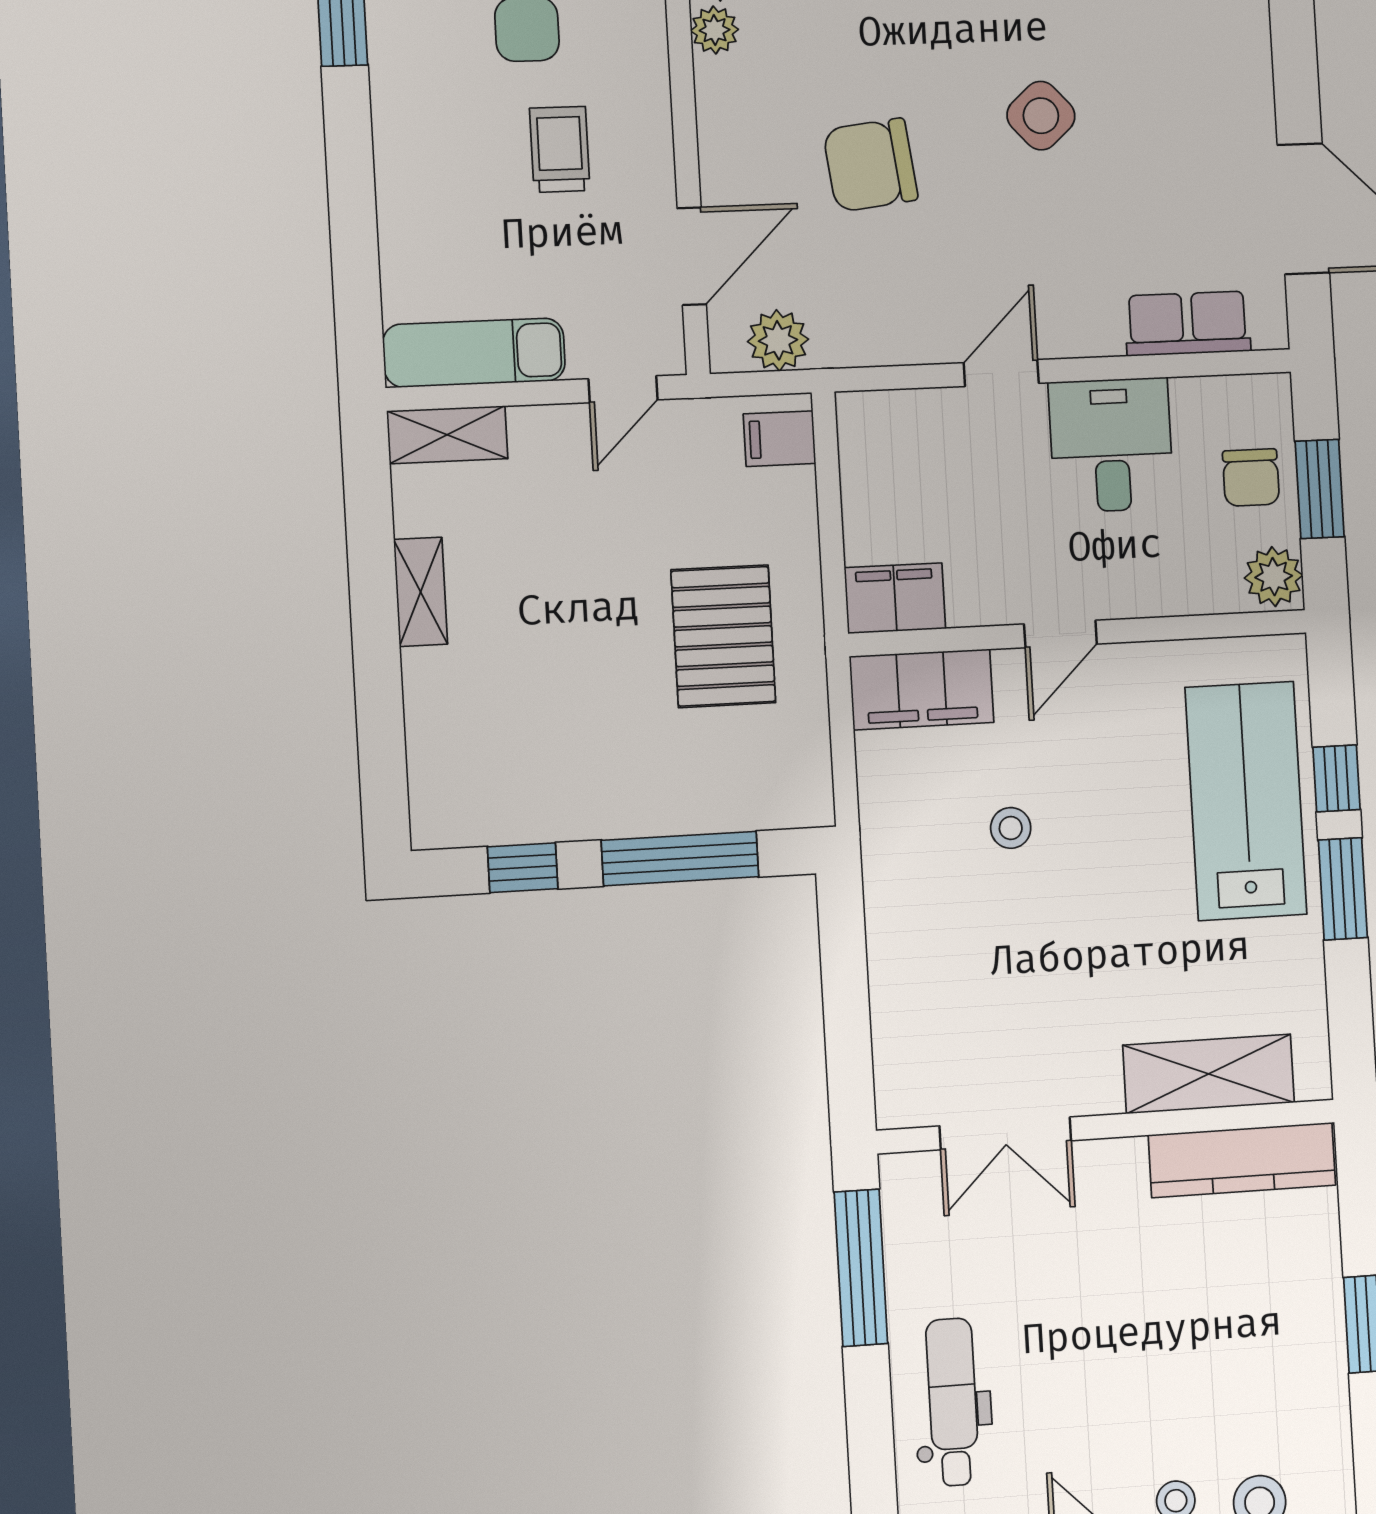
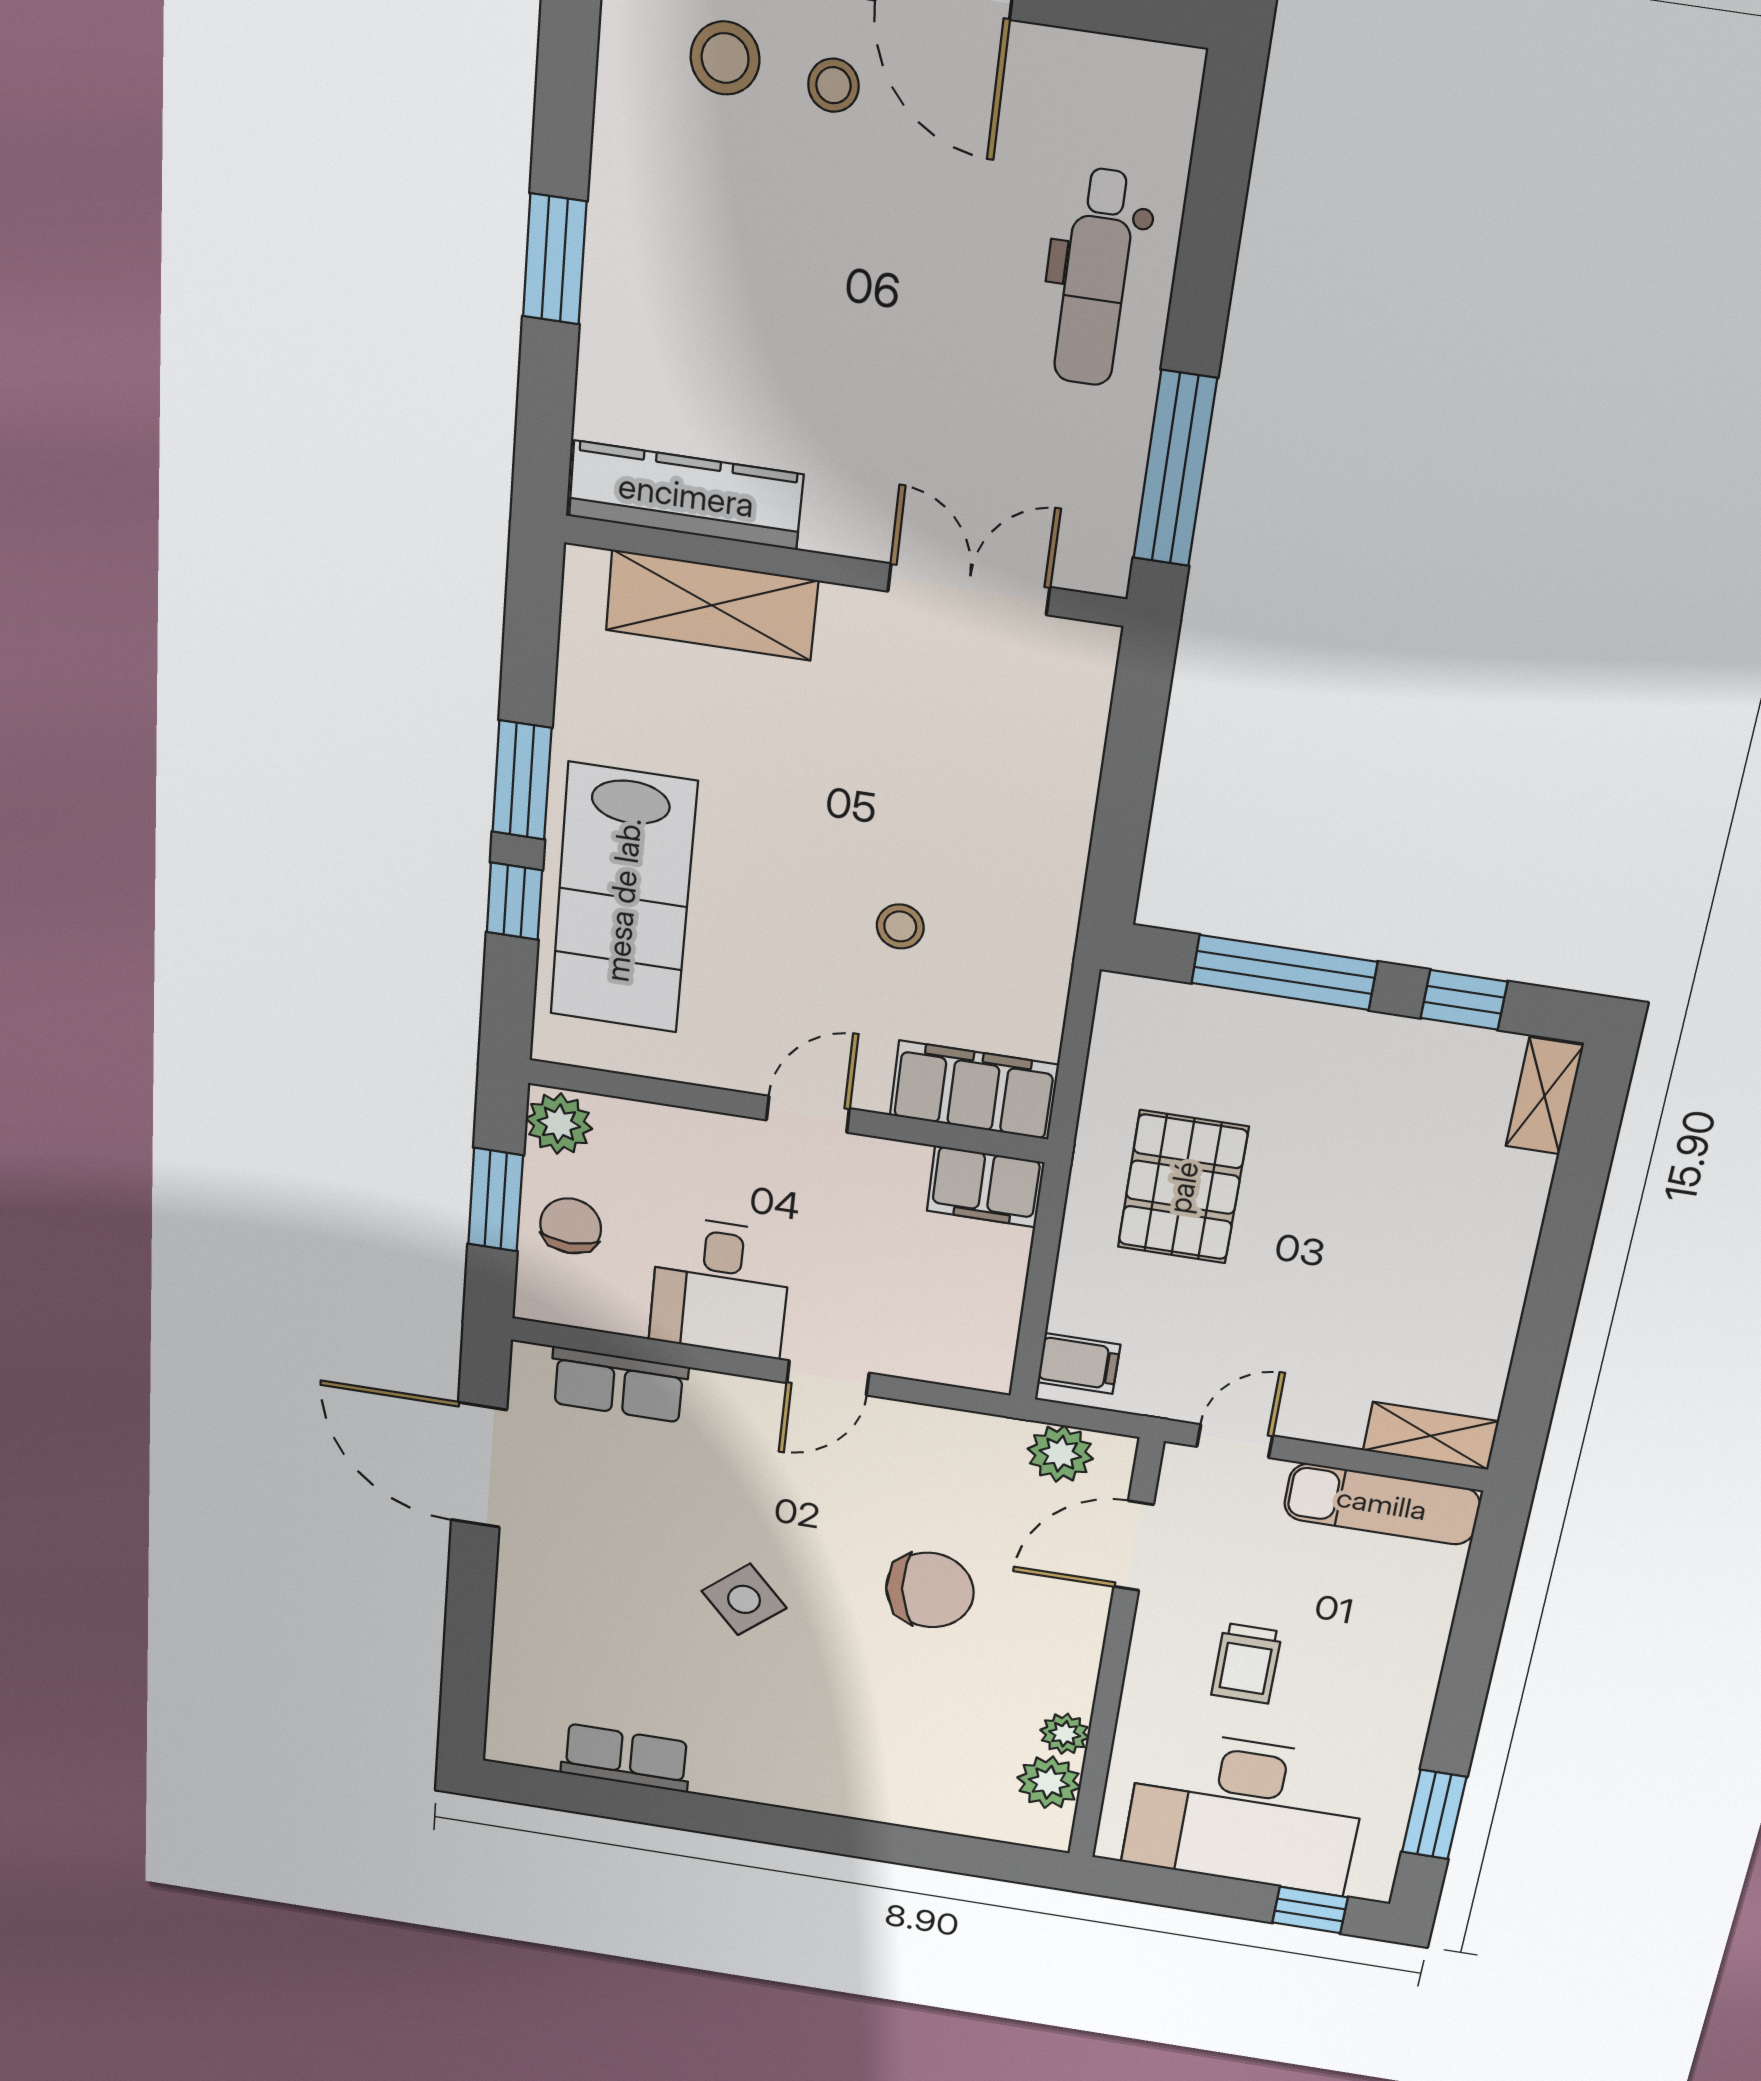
shelving: (421, 592) -> (1545, 1096), moved

